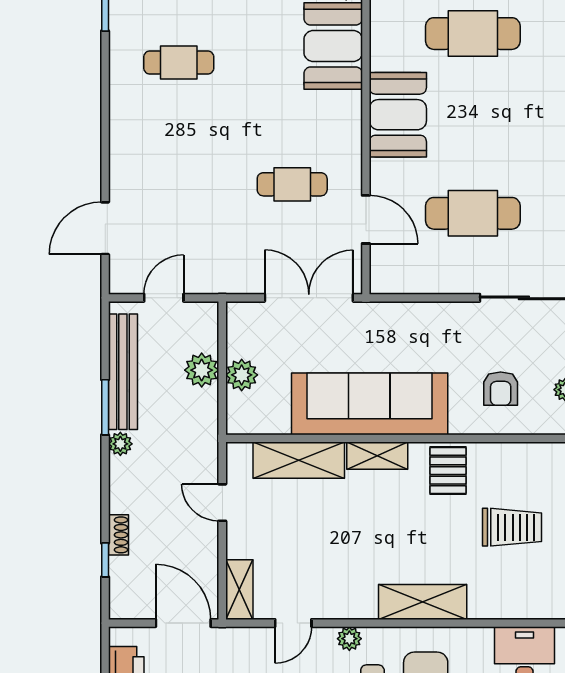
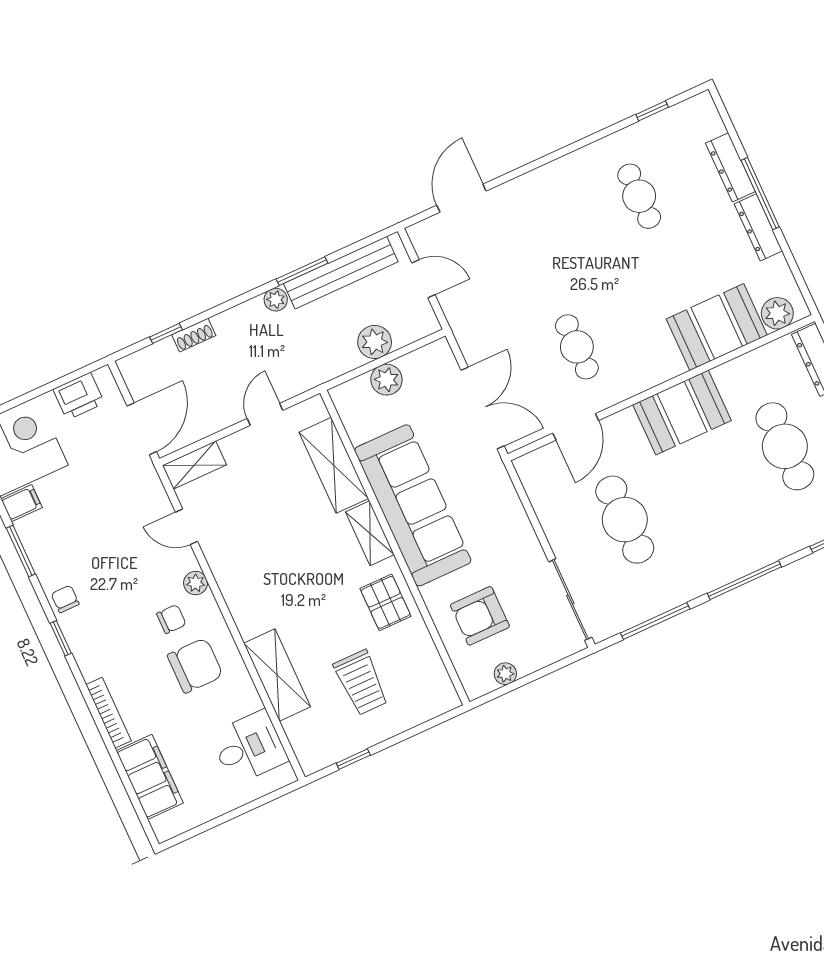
door: (105, 228) -> (461, 198), hinge flipped
armchair: (501, 389) -> (480, 616), width x1.38, depth x1.38
pallet: (448, 471) -> (386, 602), turned 90
shelving: (423, 602) -> (277, 675), moved

